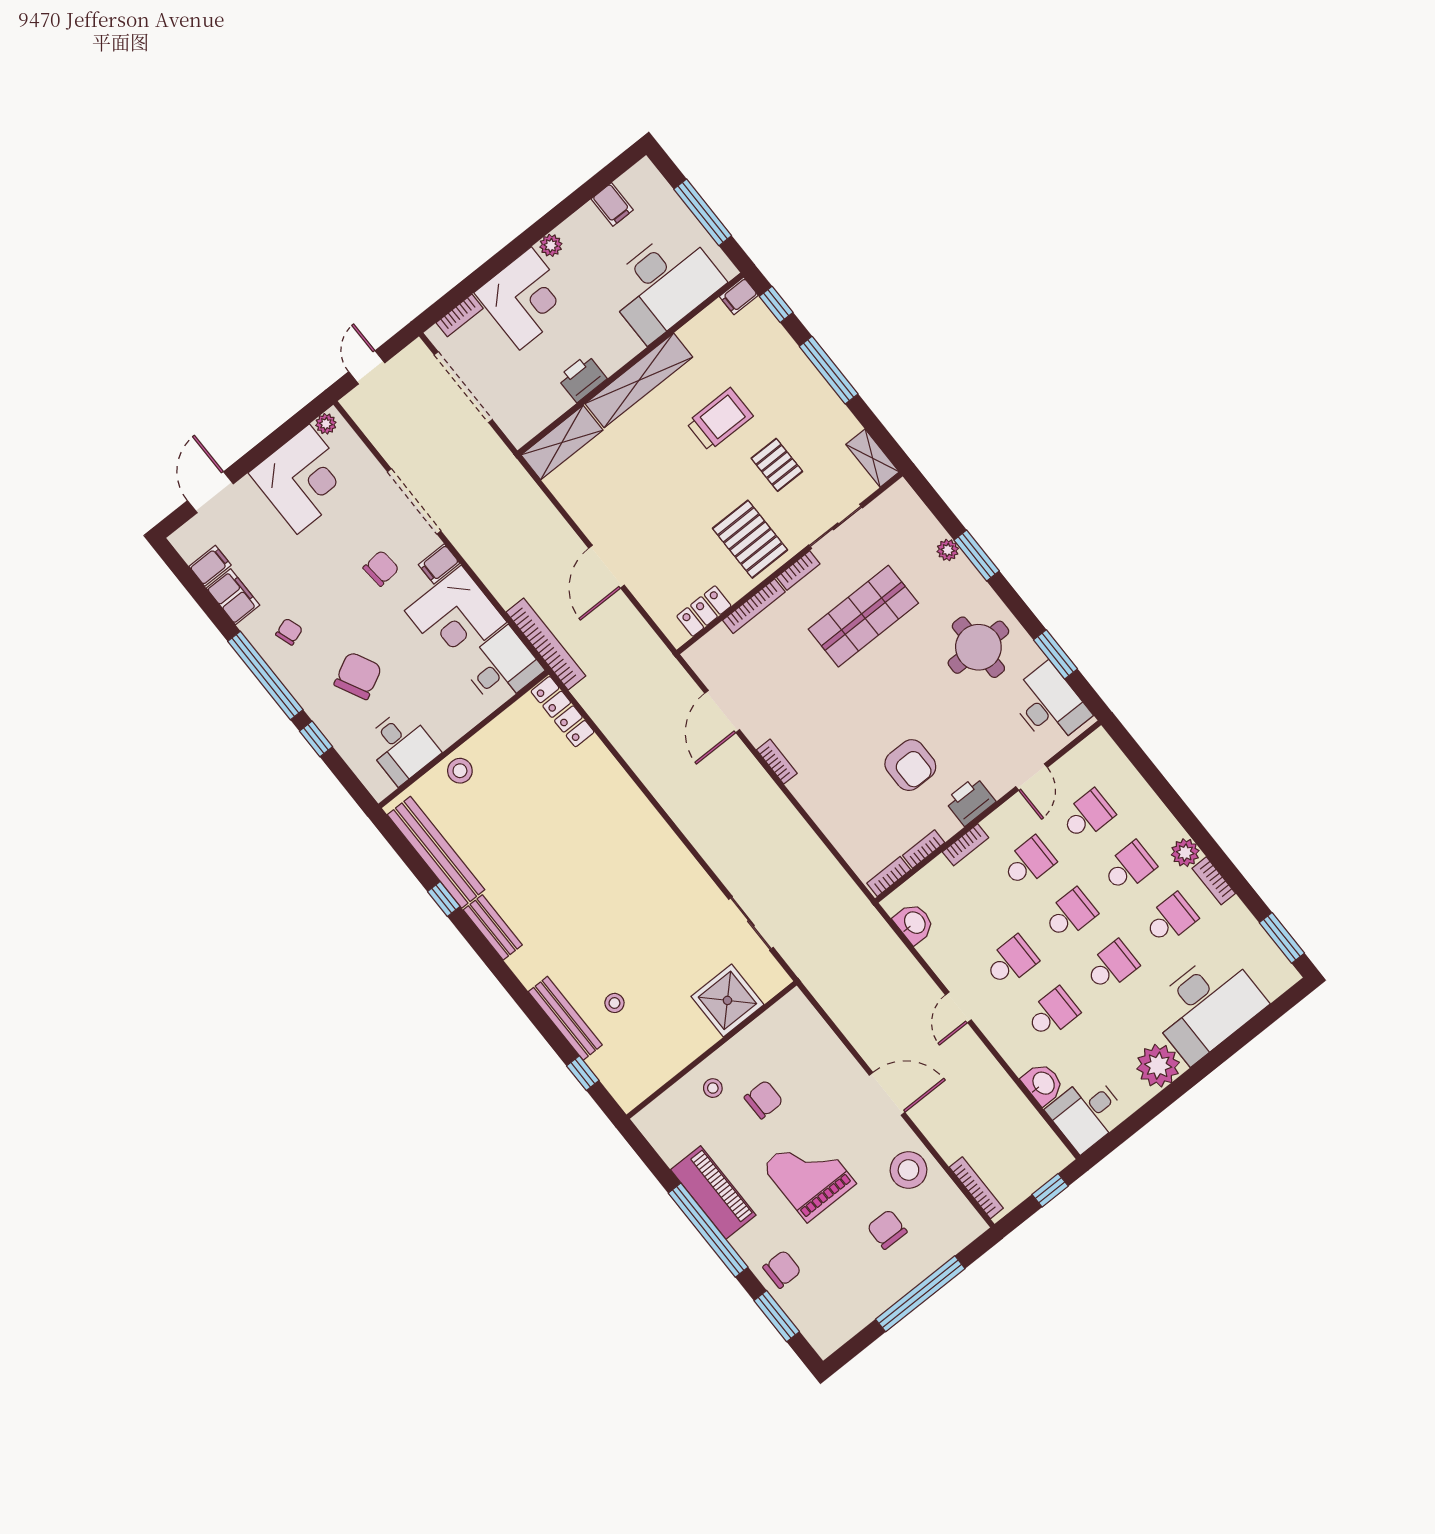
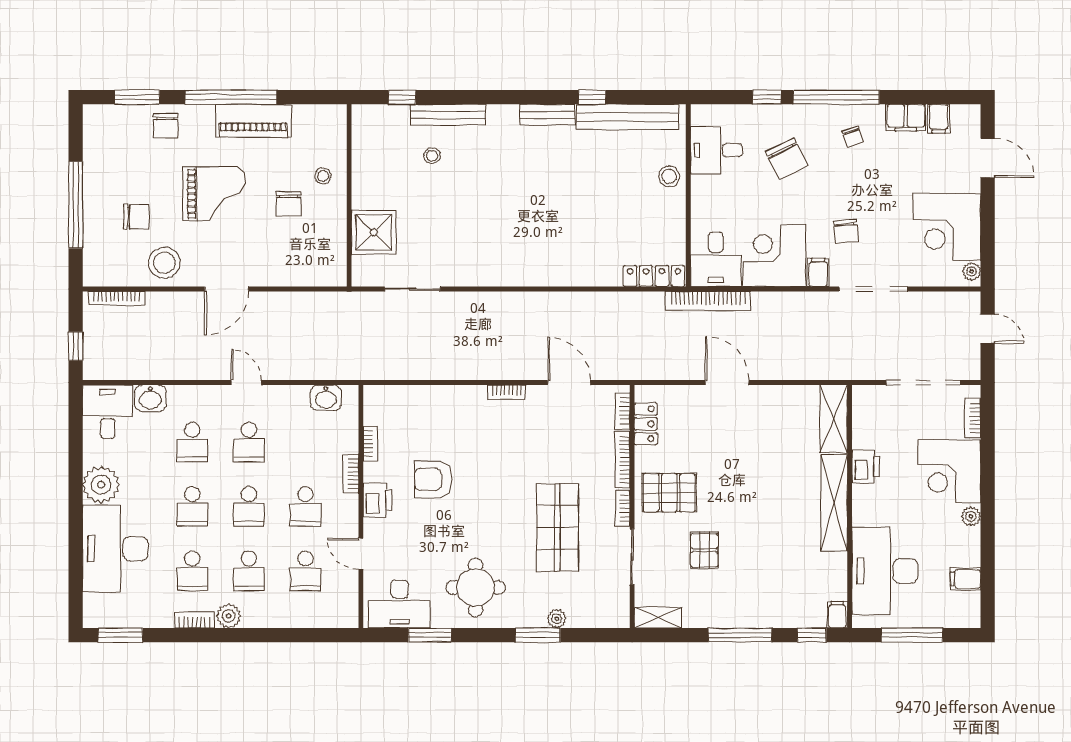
trolley: (720, 419) -> (765, 536), removed
pallet: (777, 465) -> (704, 550), turned 90
bookcase: (889, 876) -> (622, 411), moved, turned 180

